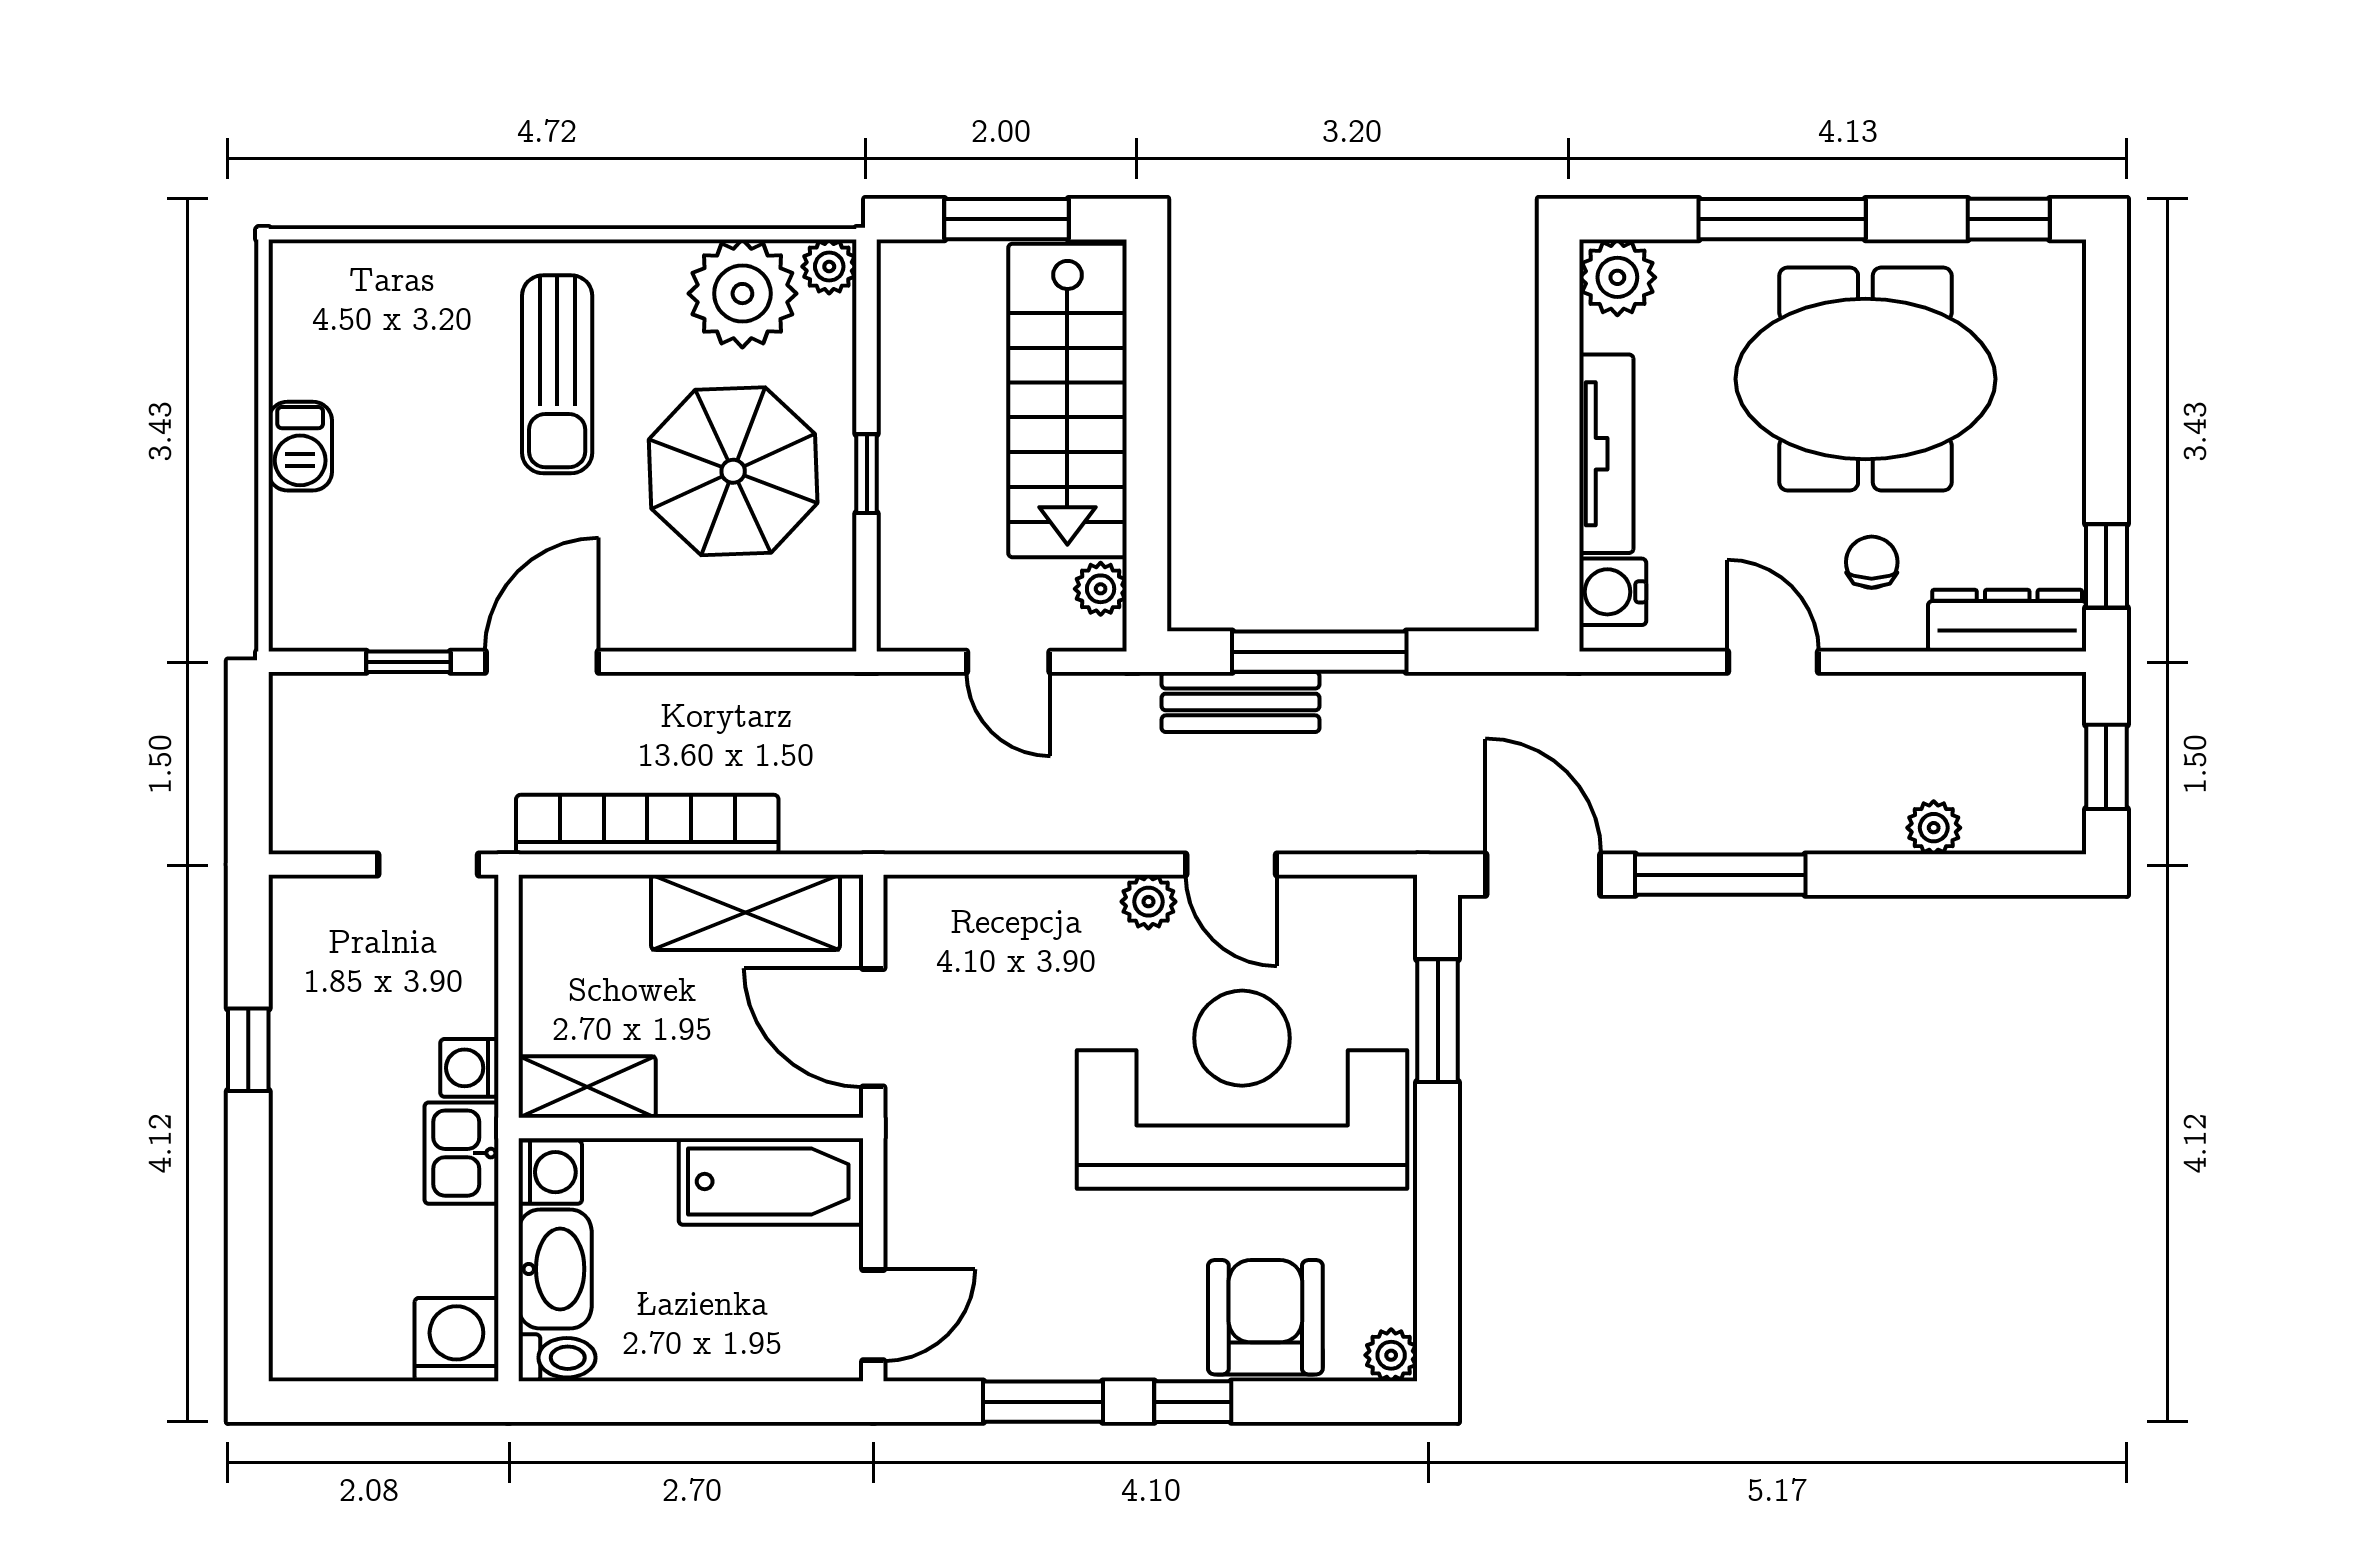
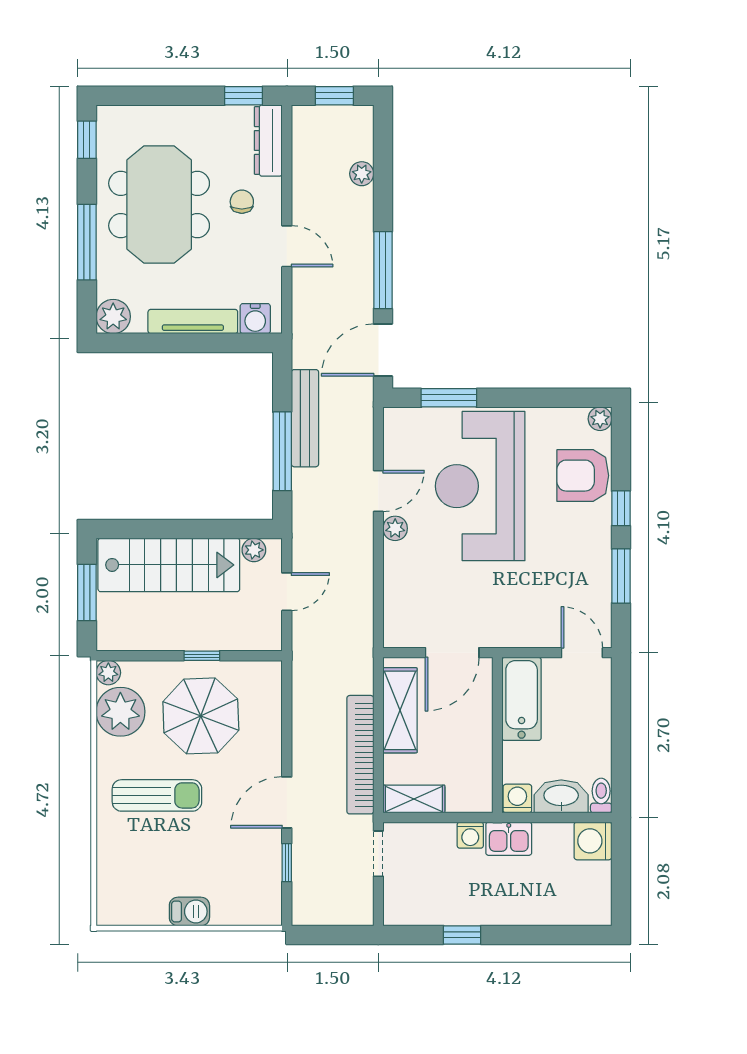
chair: (1872, 562) -> (242, 202), turned 90
door: (542, 662) -> (287, 802), hinge flipped
door: (1773, 662) -> (287, 246), swing flipped
bench: (1241, 702) -> (305, 418), moved, width x1.36
shelving: (587, 1087) -> (414, 799), moved, turned 90

